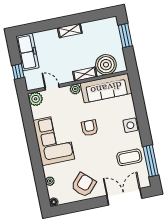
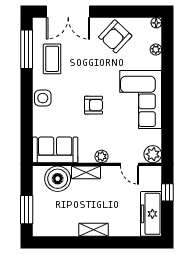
sofa: (106, 88) -> (55, 150), width x0.73
armchair: (90, 128) -> (93, 105), turned -90
coffee table: (129, 157) -> (52, 59), turned 90

